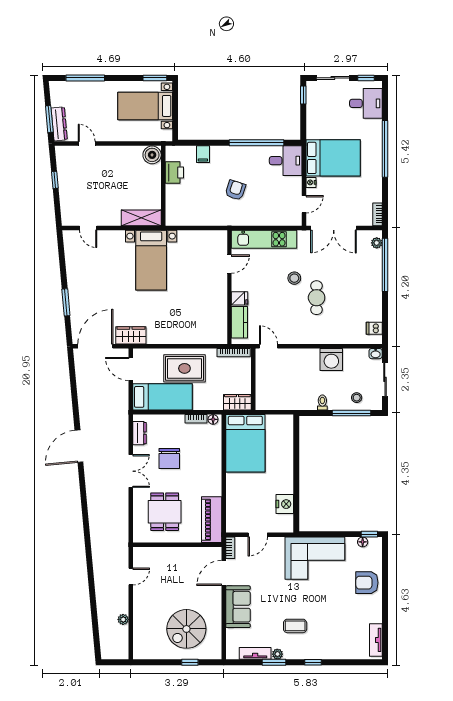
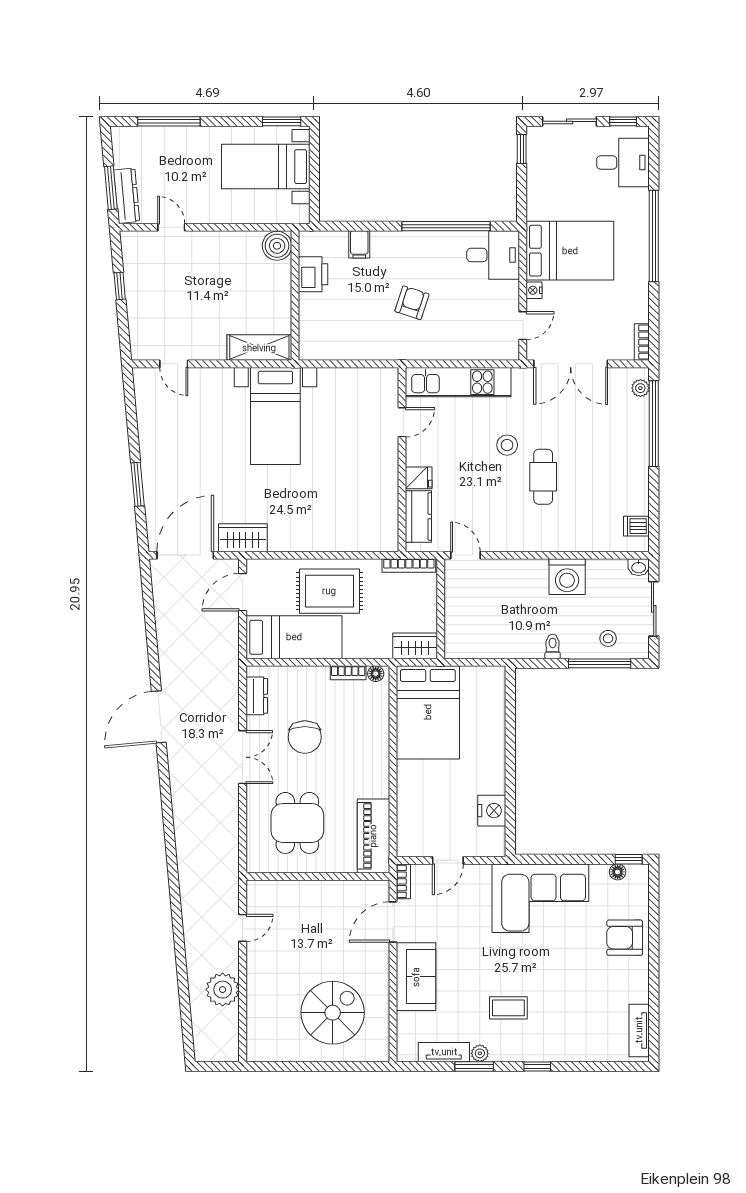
door: (131, 369) -> (243, 592), hinge flipped
plant: (123, 619) -> (223, 990), width x1.88, depth x1.88
spiral stairs: (186, 629) -> (333, 1013), turned 180
window: (190, 662) -> (338, 1067), removed

